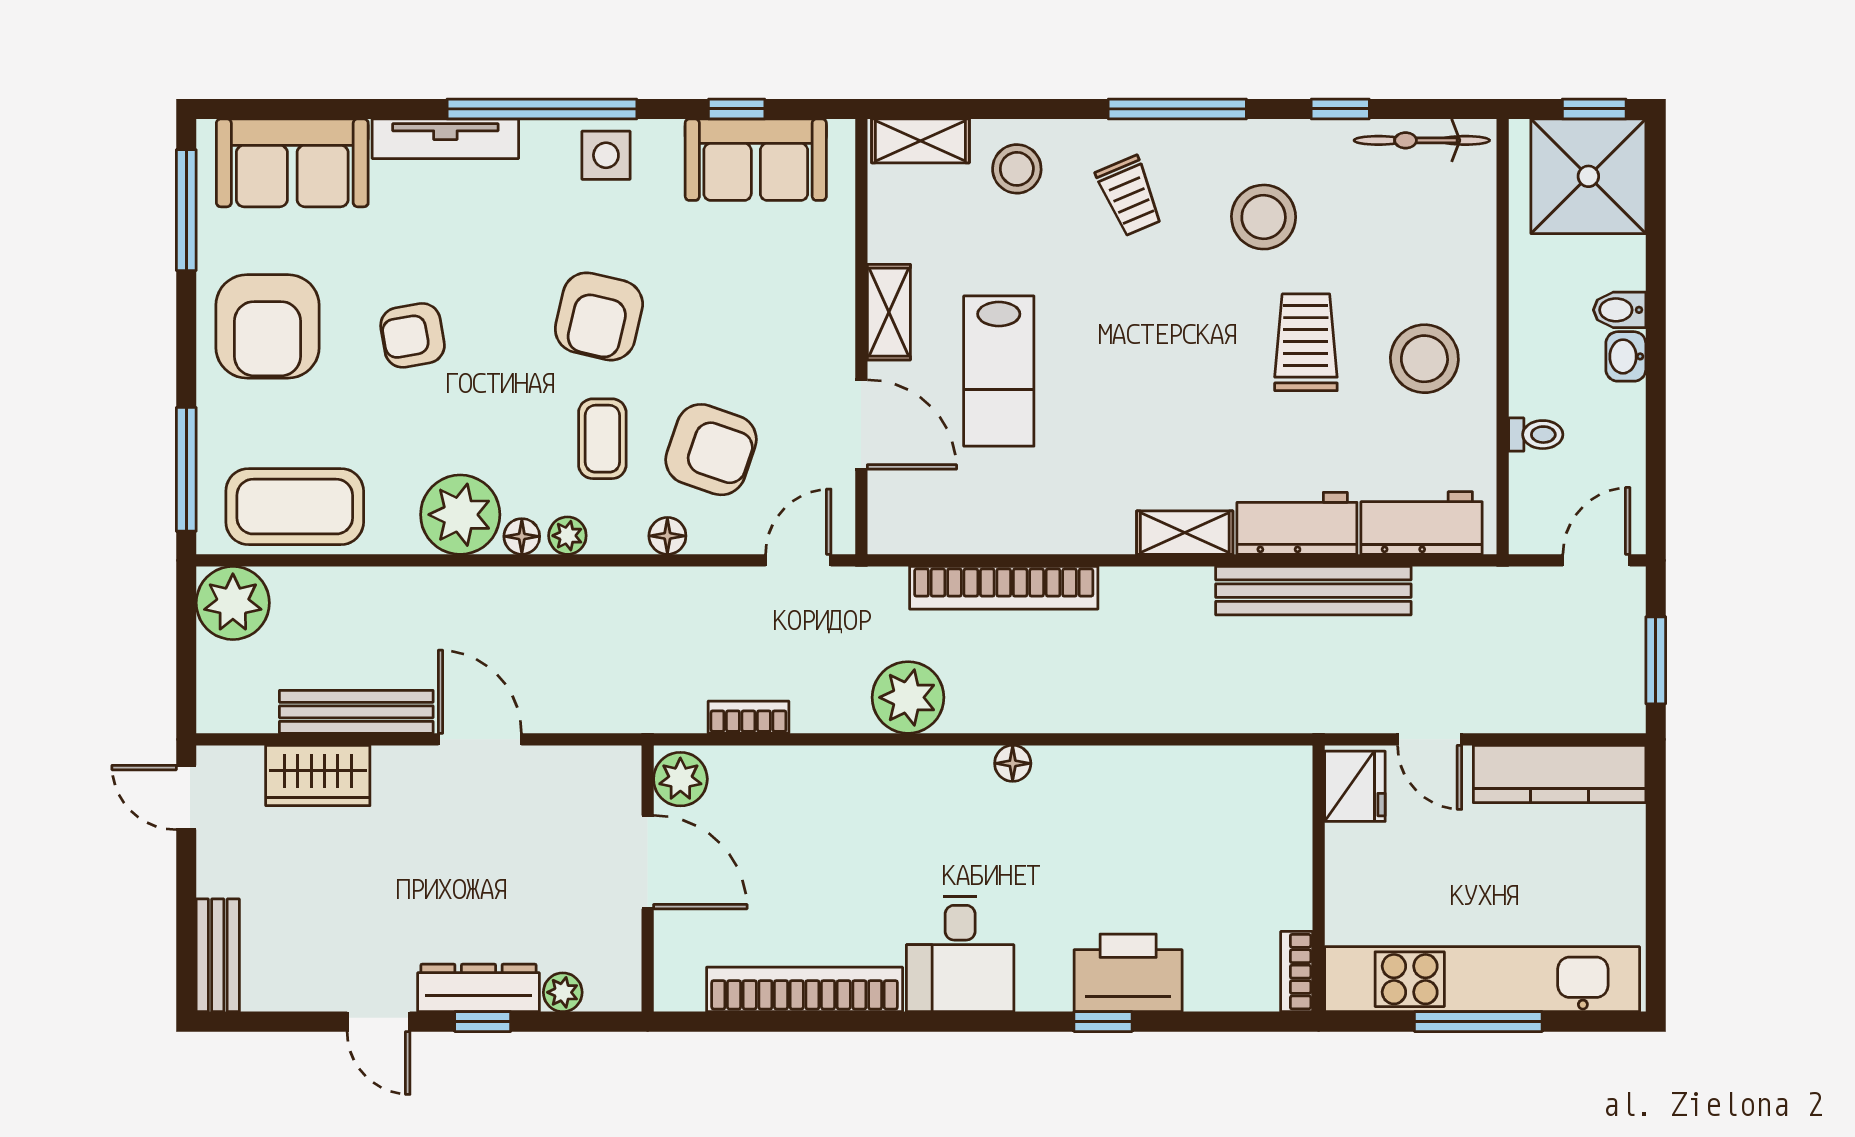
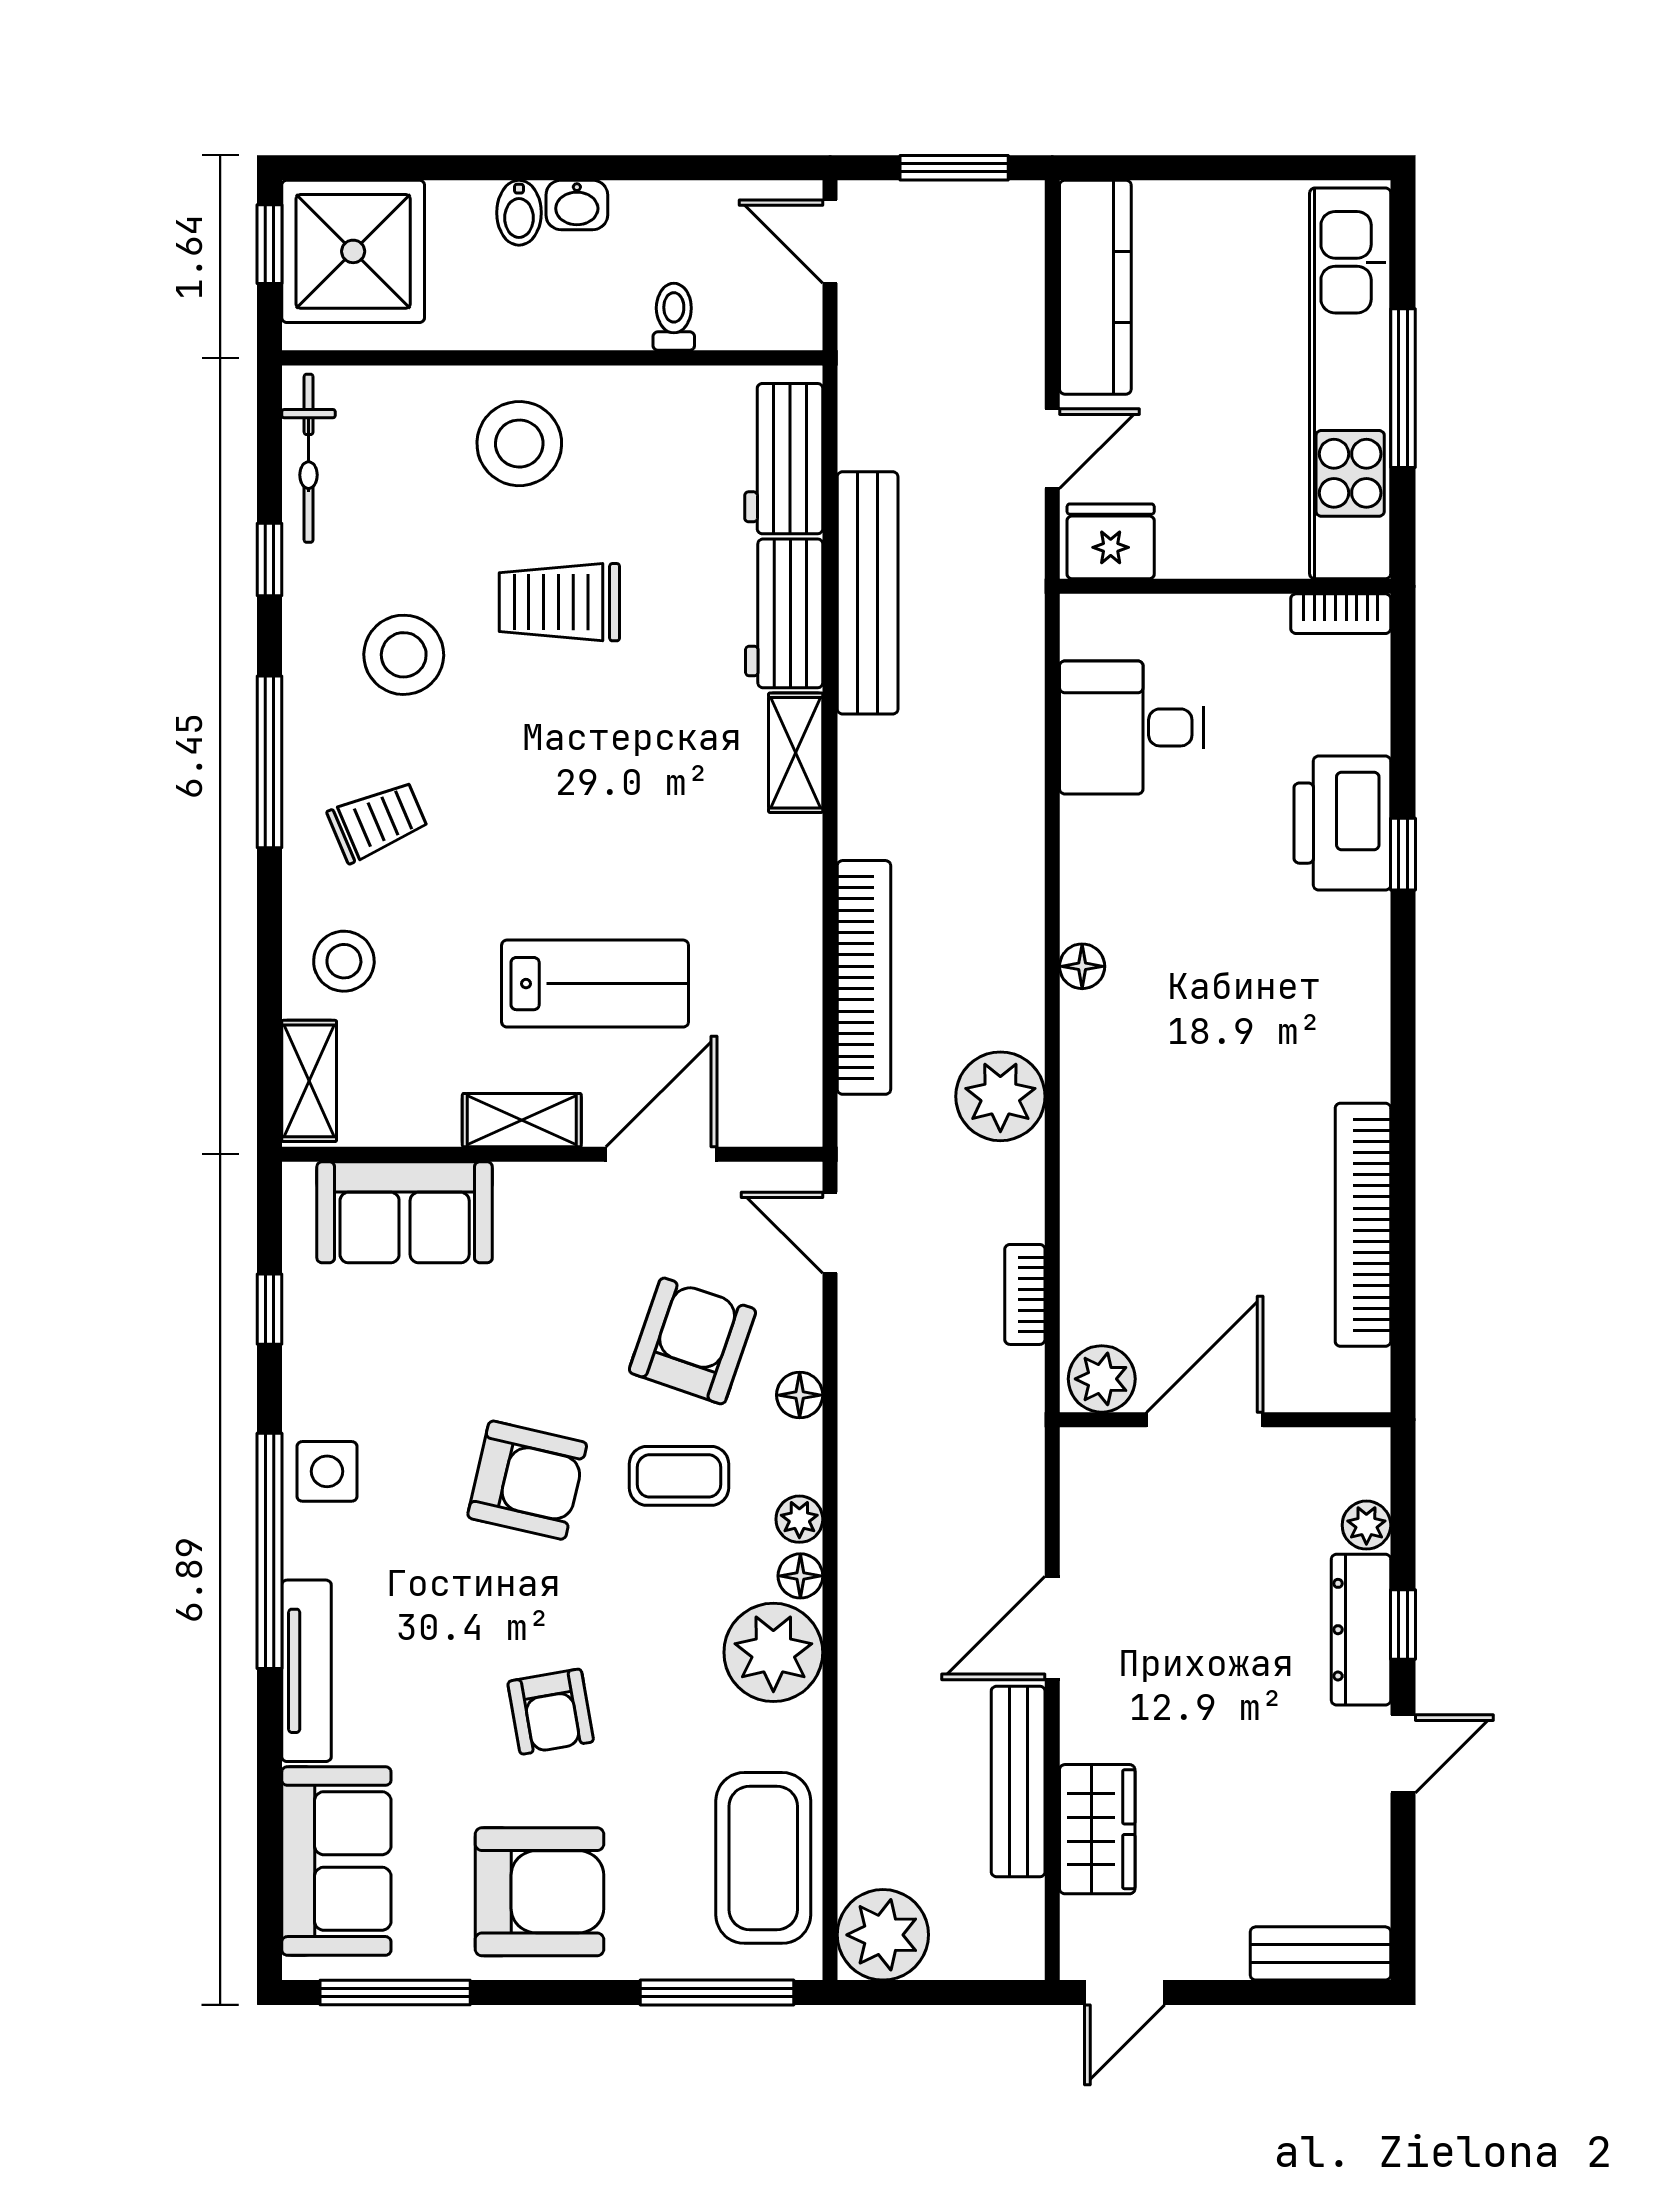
sofa: (756, 160) -> (405, 1212), moved, turned 90
stool: (1424, 359) -> (519, 444), moved
desk: (960, 954) -> (1131, 727), moved, turned 180

